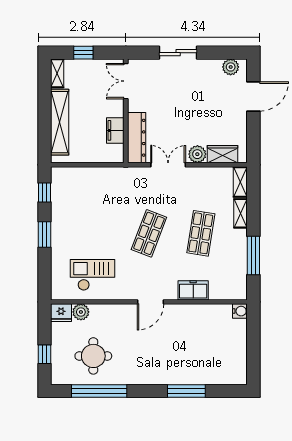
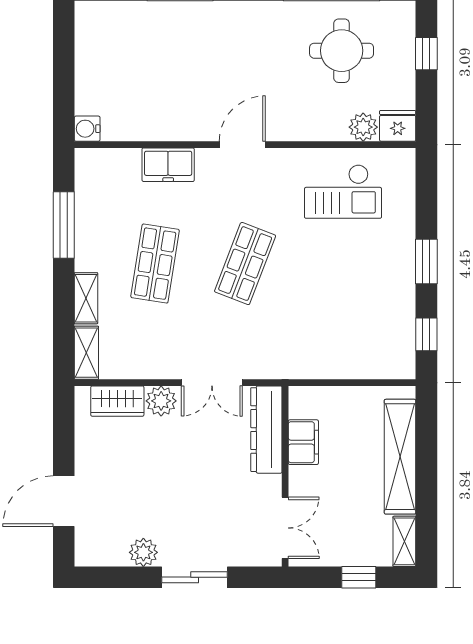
plant: (231, 67) -> (143, 552), moved

